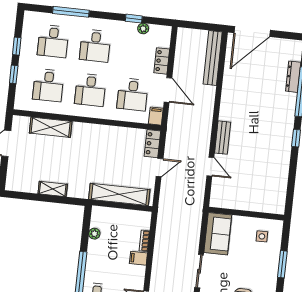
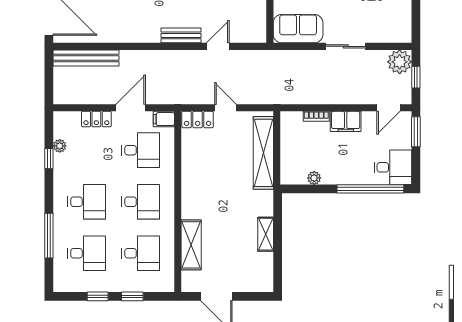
filing cabinet: (138, 258) -> (346, 121), width x2.00

